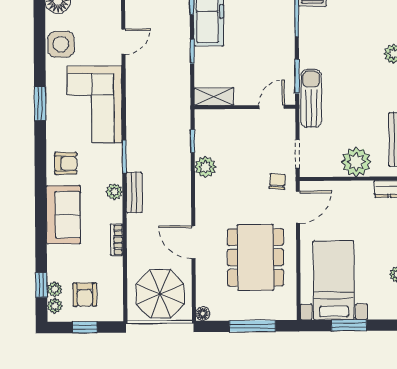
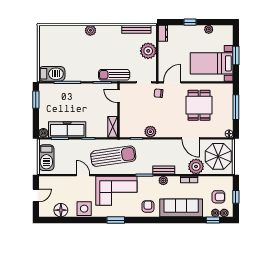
sun lounger: (159, 98) -> (113, 156), added
door: (298, 207) -> (172, 82), hinge flipped
sofa: (63, 215) -> (181, 208), width x1.36
door: (193, 242) -> (191, 138), hinge flipped
plant: (141, 253) -> (196, 166), added
dining table: (255, 257) -> (199, 105), width x0.73

